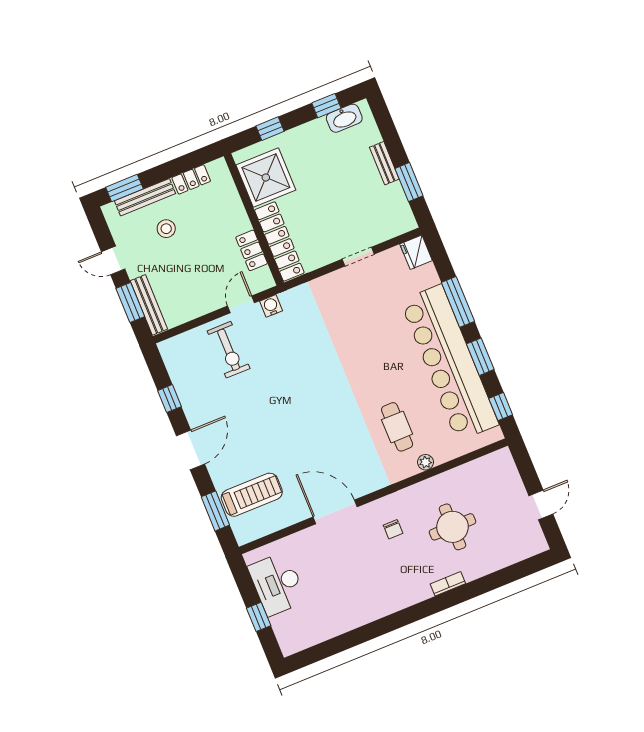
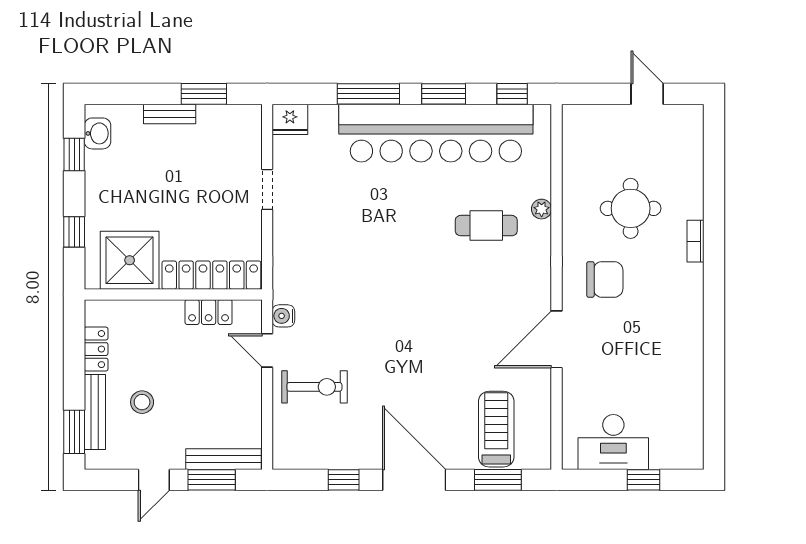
washbasin: (344, 118) -> (97, 133), width x0.72
door: (190, 450) -> (414, 480), width x1.36
chair: (393, 529) -> (605, 279), width x1.87, depth x1.87

